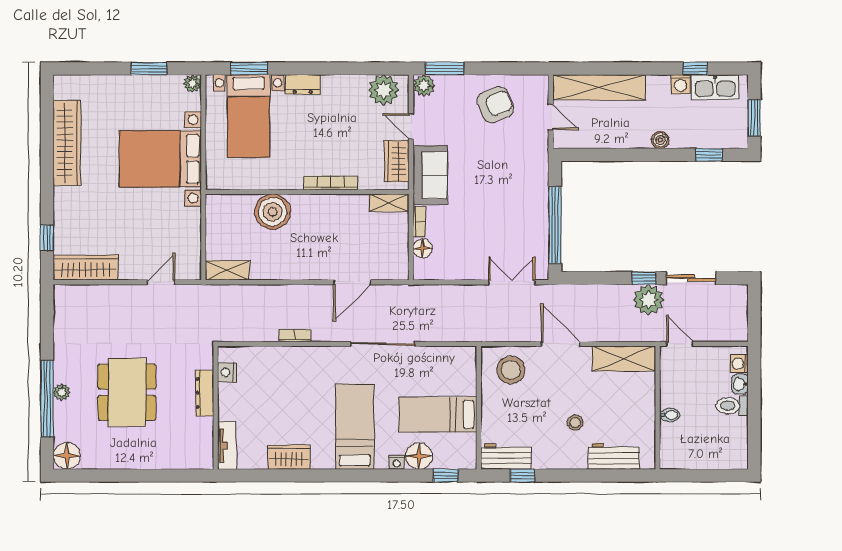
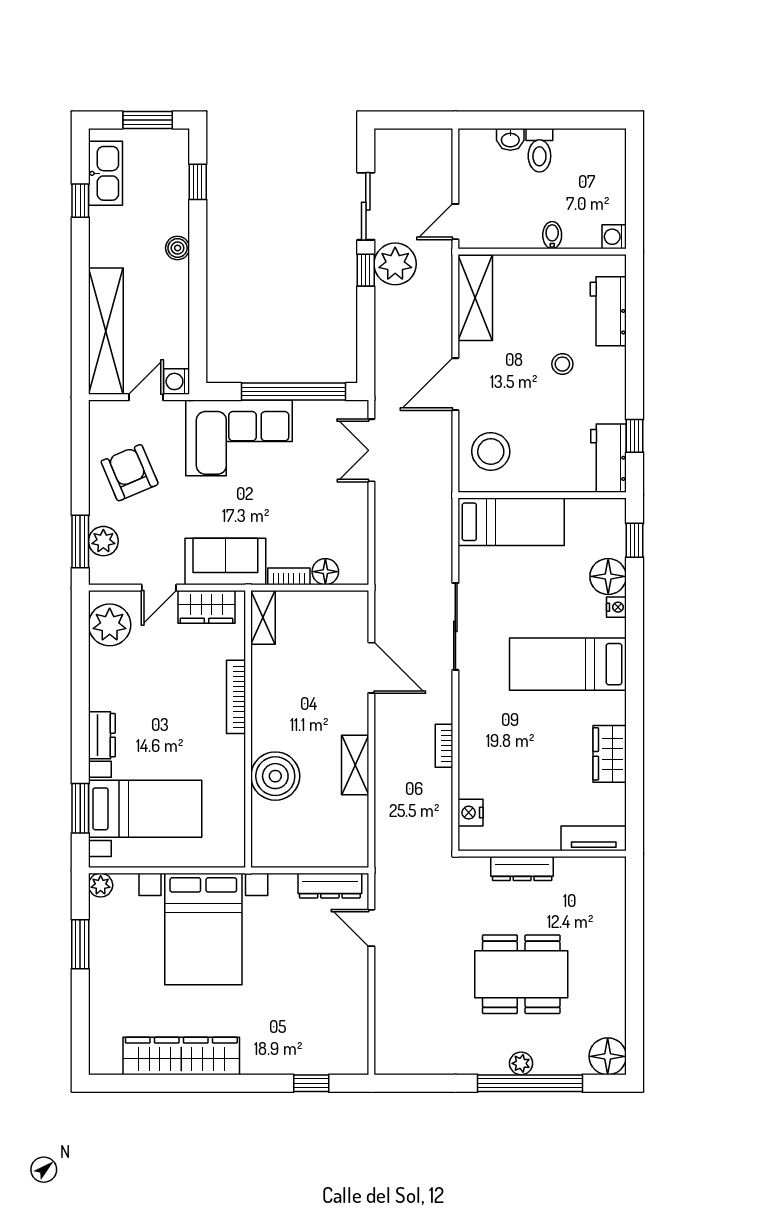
washing machine: (680, 84) -> (176, 381), moved, turned 180
plant: (424, 85) -> (103, 541), moved
corner sofa: (521, 185) -> (239, 438), added
dresser: (192, 252) -> (330, 886), added
wardrobe: (86, 268) -> (352, 1031), removed
shelving: (227, 270) -> (355, 765), moved
washing machine: (739, 364) -> (614, 237), moved, turned 90
nightstand: (227, 372) -> (471, 813), moved, turned 90
bed: (438, 415) -> (511, 522), moved, turned -90

